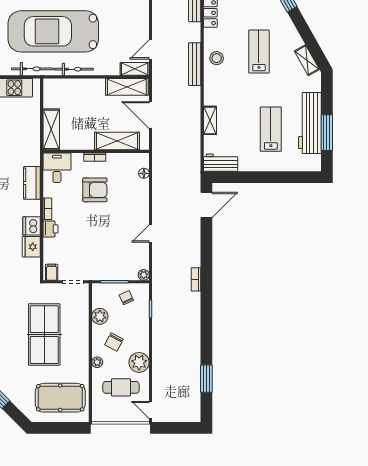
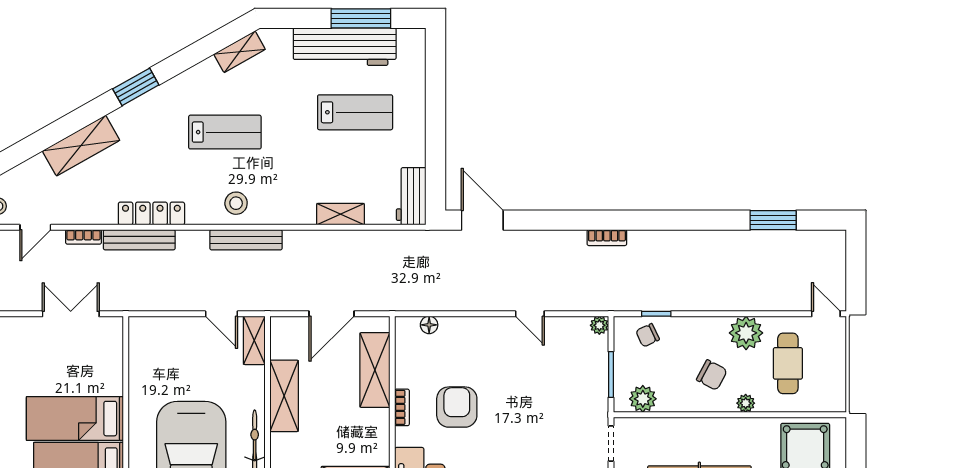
lab bench: (259, 51) -> (225, 132), turned 180
shelving: (127, 87) -> (284, 396), moved
lab bench: (271, 129) -> (355, 112), turned 180
chair: (126, 298) -> (648, 335), moved
plant: (100, 316) -> (643, 399), moved
door: (151, 410) -> (826, 314), swing flipped

